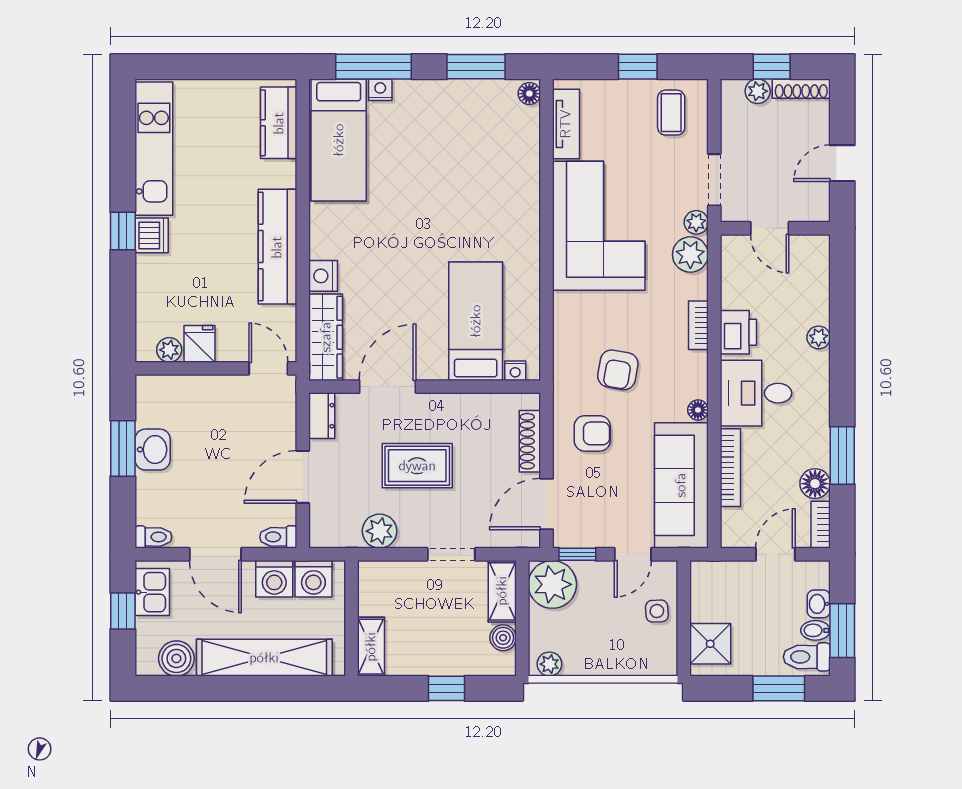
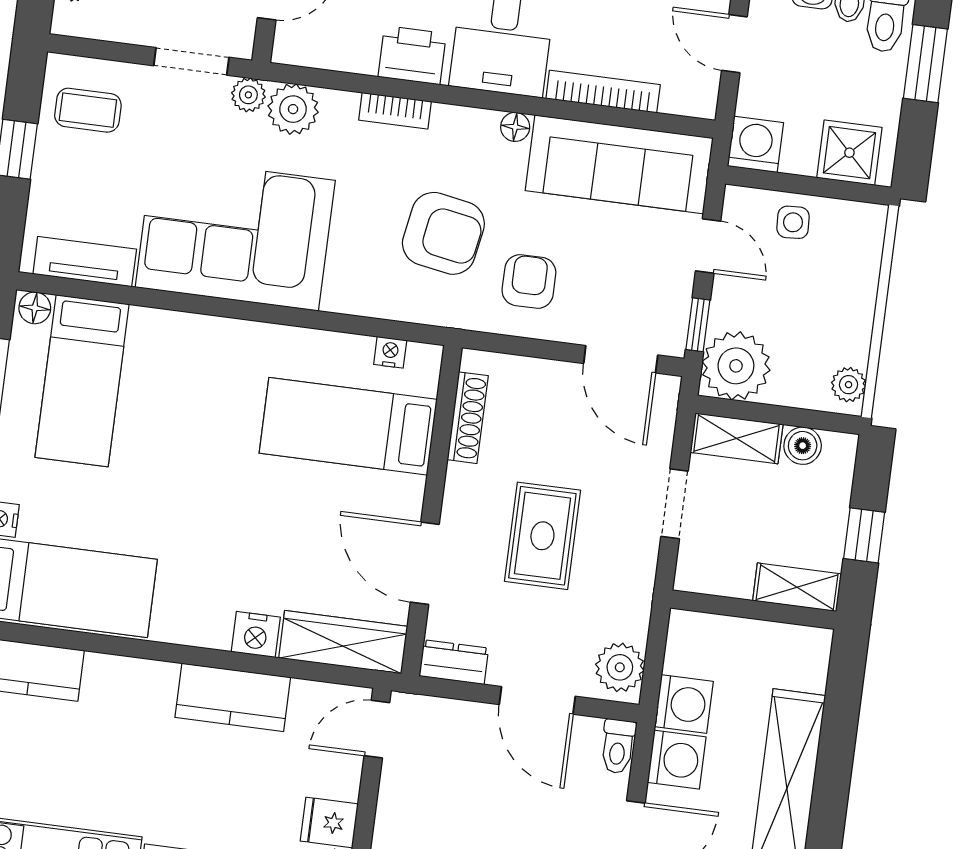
bed: (483, 133) -> (82, 381), added
kitchen counter: (277, 247) -> (233, 697), width x0.67
armchair: (618, 370) -> (443, 233), width x1.38, depth x1.38
nightstand: (515, 371) -> (390, 352), moved, turned -90
shoe rack: (530, 441) -> (468, 418), moved, turned -90
plant: (380, 531) -> (620, 667), moved
washing machine: (707, 578) -> (755, 144), added
wall: (352, 618) -> (753, 610), moved
shelving: (371, 647) -> (797, 587), moved

